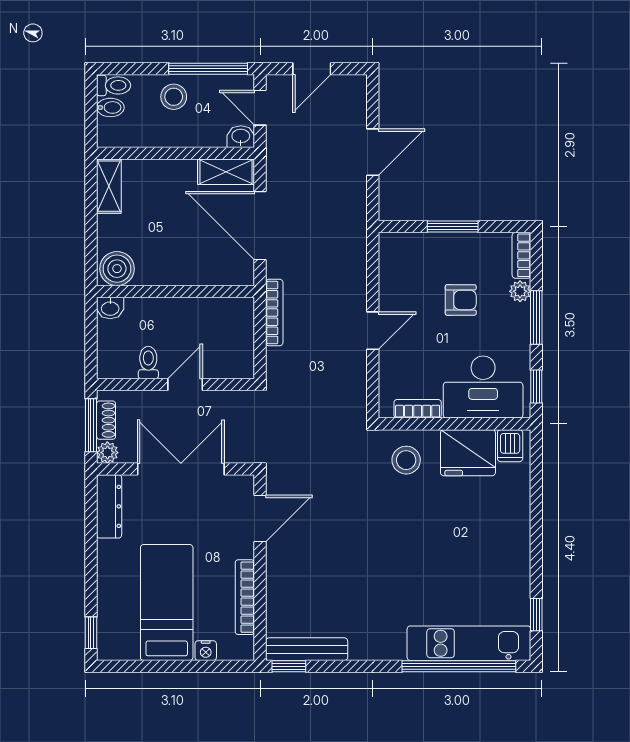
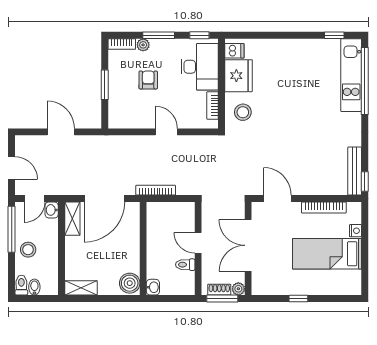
dresser: (109, 506) -> (270, 288), removed
window: (91, 633) -> (298, 299), moved

